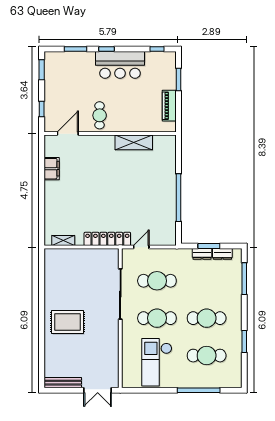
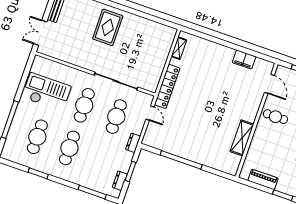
dresser: (202, 254) -> (133, 143), moved

